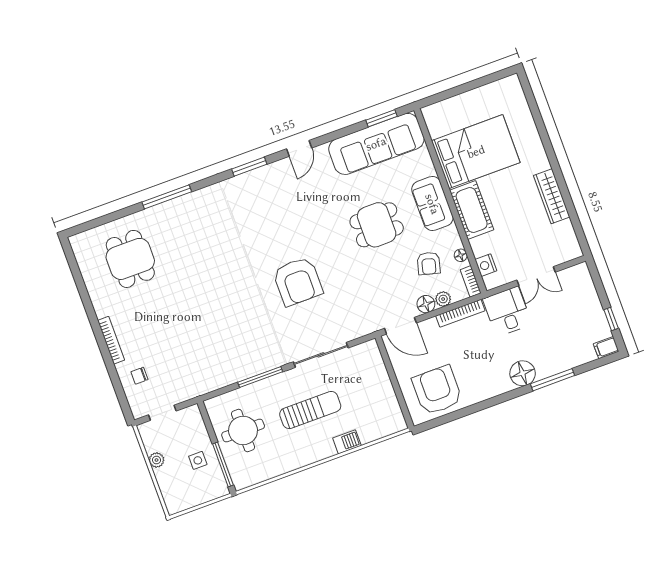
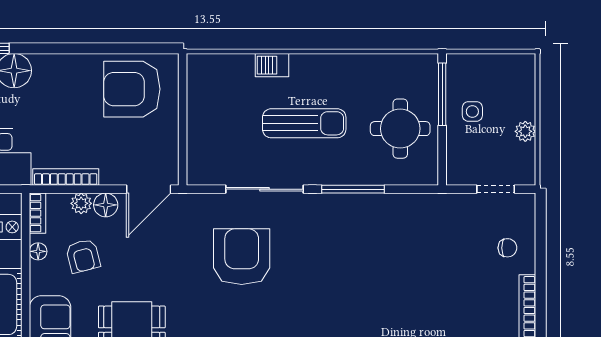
armchair: (429, 263) -> (83, 256), turned 151
armchair: (298, 281) -> (242, 257), moved
door: (400, 326) -> (149, 189), swing flipped
armchair: (437, 390) -> (132, 89), turned 90
sun lounger: (310, 410) -> (304, 123), turned 180

